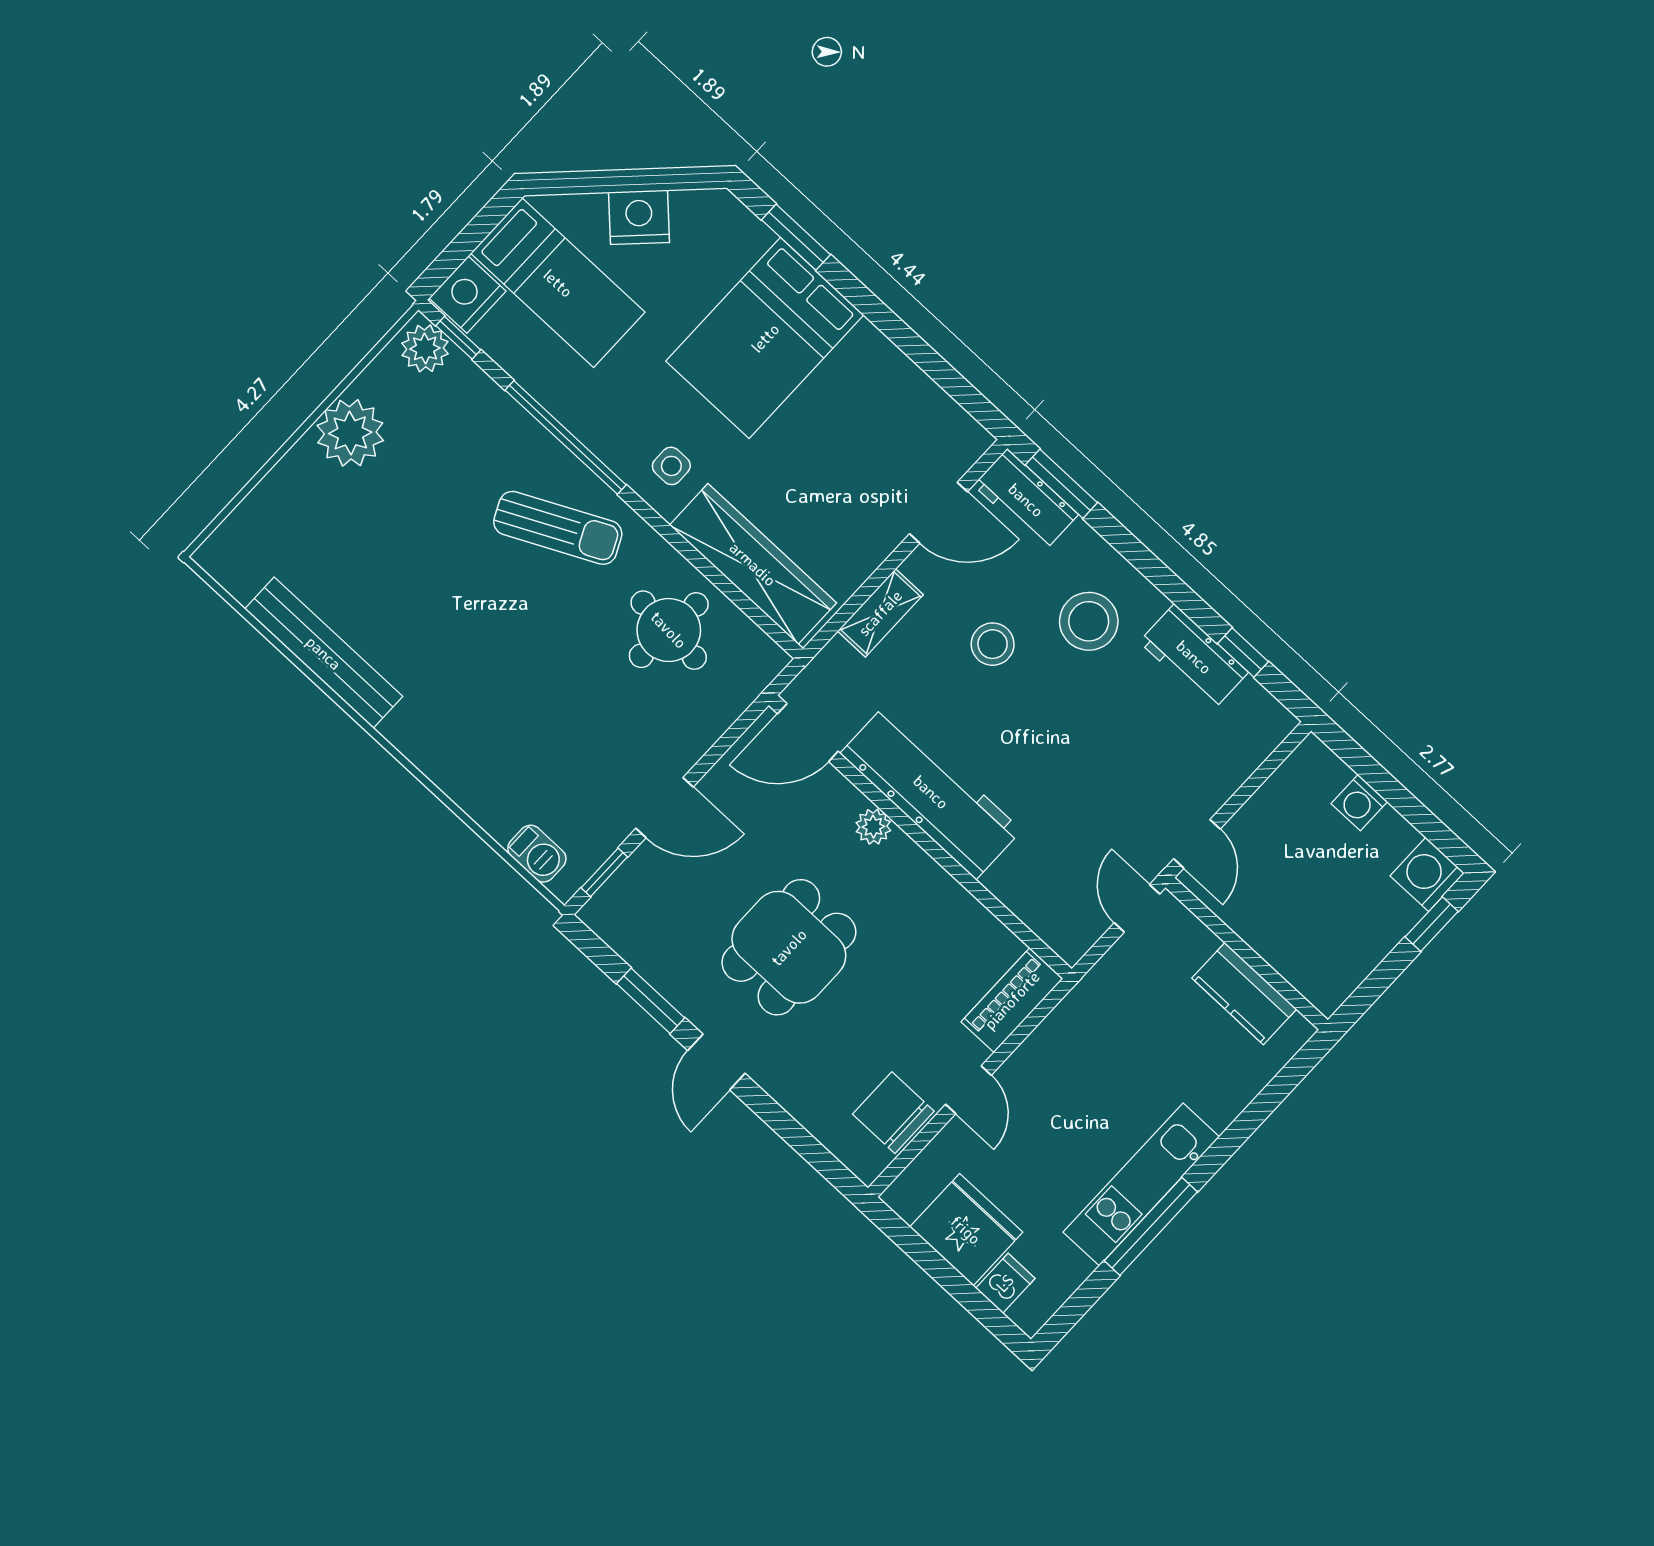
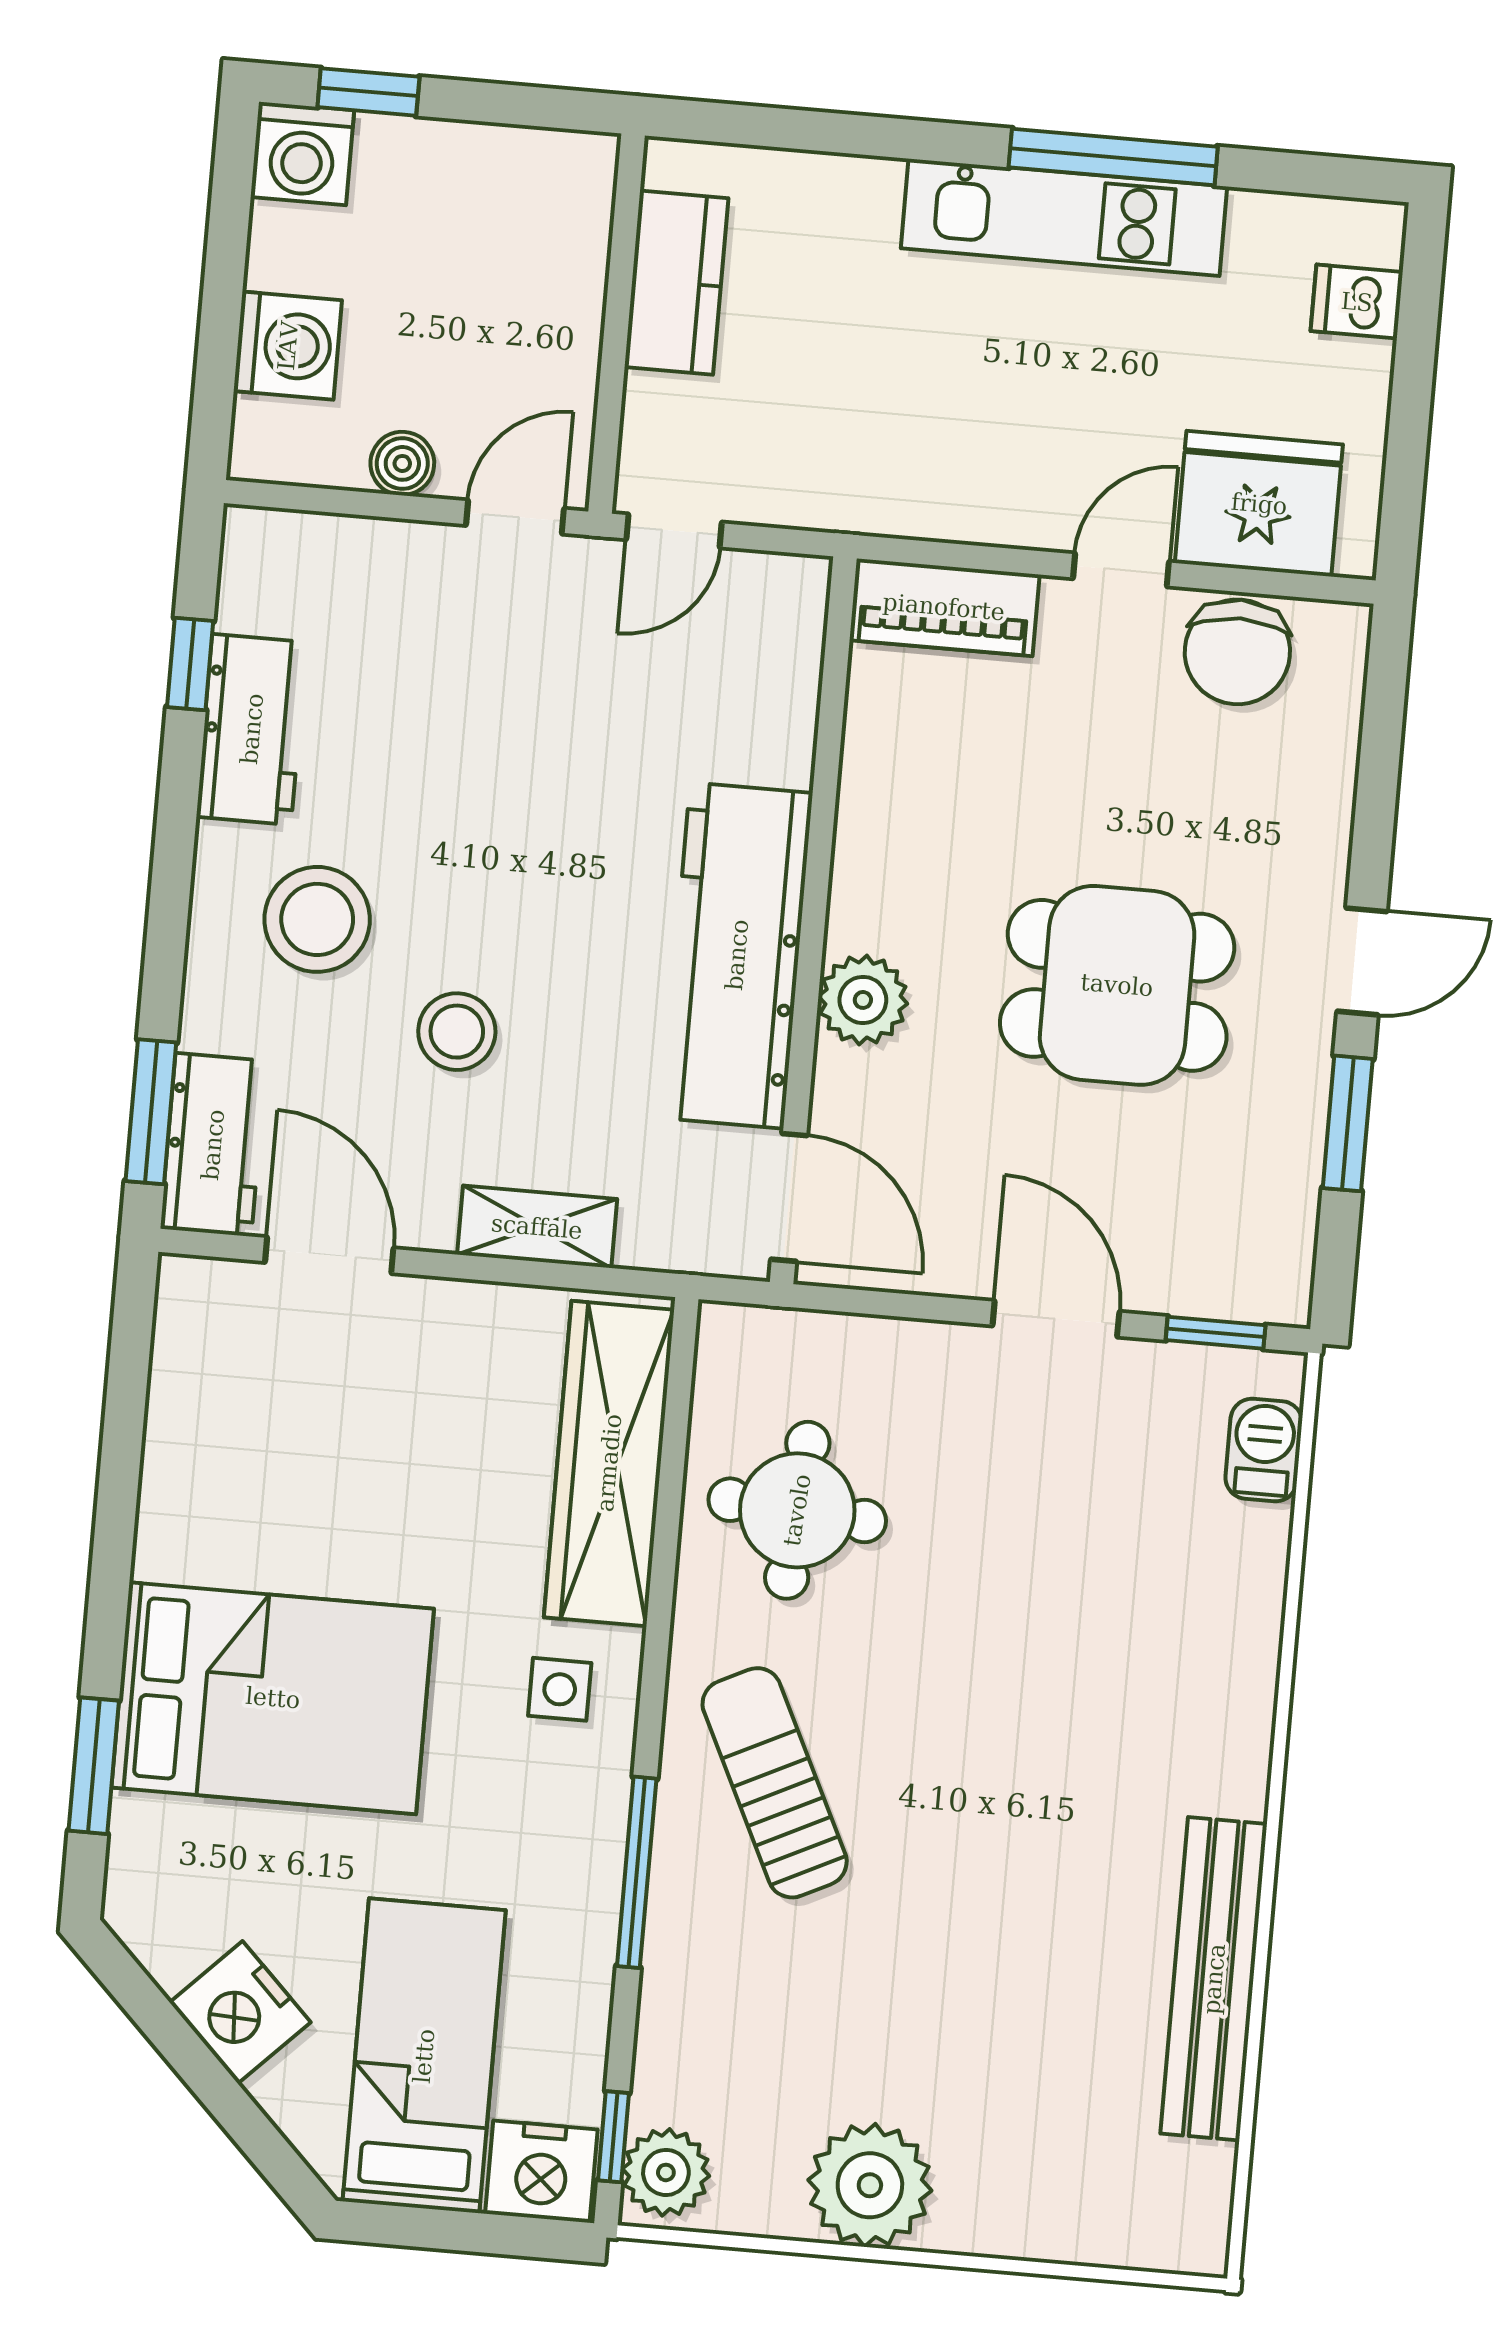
window: (566, 437) -> (637, 1872), width x0.68
washing machine: (1359, 803) -> (288, 346), width x1.38, depth x1.38
boiler: (1258, 813) -> (402, 463), added
plant: (873, 827) -> (863, 1000), width x1.38, depth x1.38
fridge: (966, 1230) -> (1259, 504), moved, turned 90

